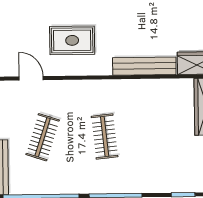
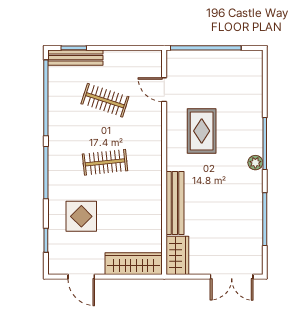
door: (31, 78) -> (164, 90), swing flipped
display table: (159, 160) -> (81, 216), added

